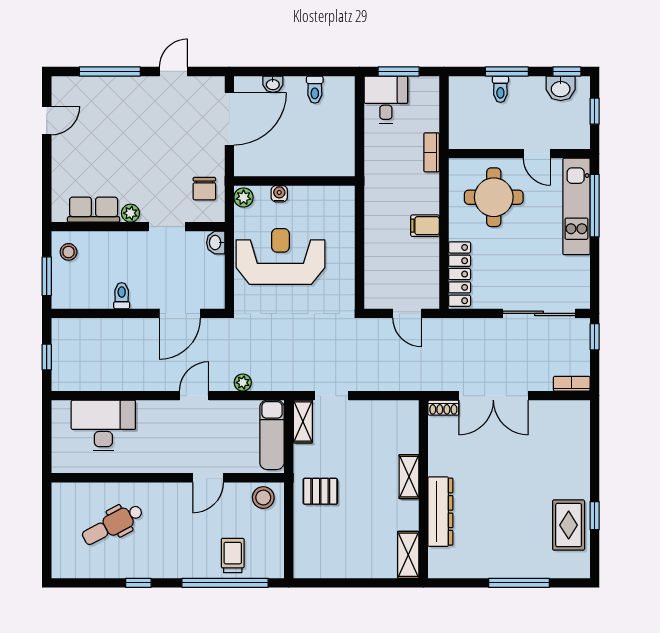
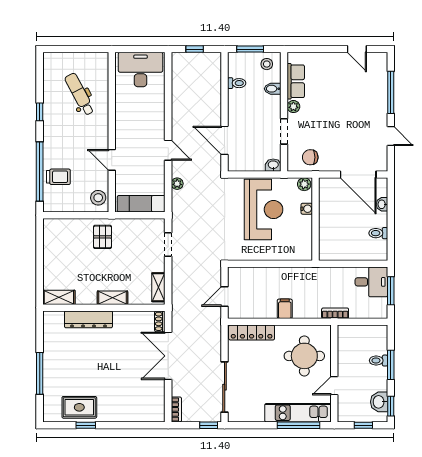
bidet: (104, 243) -> (273, 89), added
toilet: (122, 296) -> (237, 83), moved
shelving: (303, 421) -> (158, 287), moved, turned 90
desk: (103, 425) -> (141, 70), moved, turned -90

